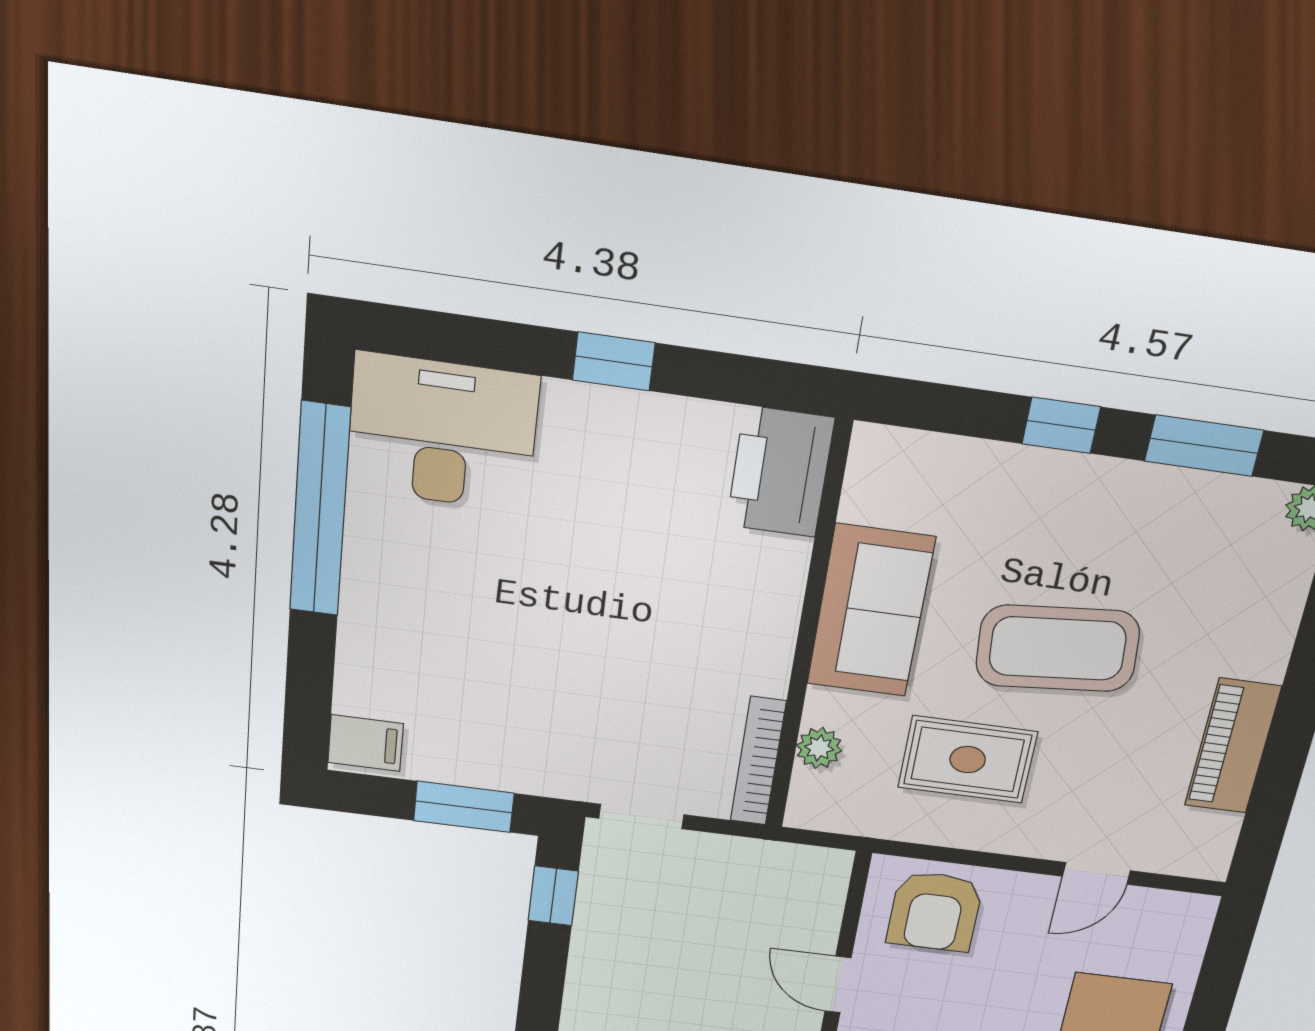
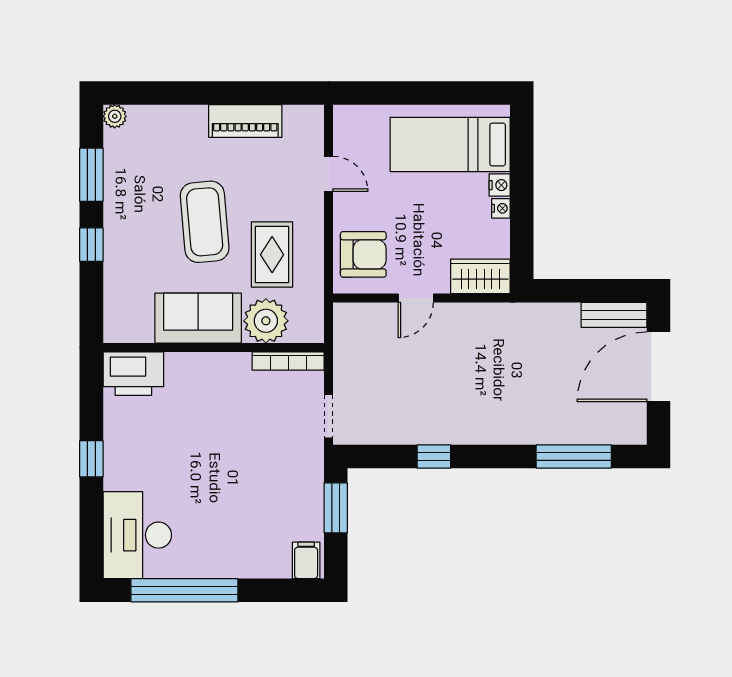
plant: (819, 748) -> (266, 321), width x1.87, depth x1.87
window: (553, 896) -> (434, 456), moved

